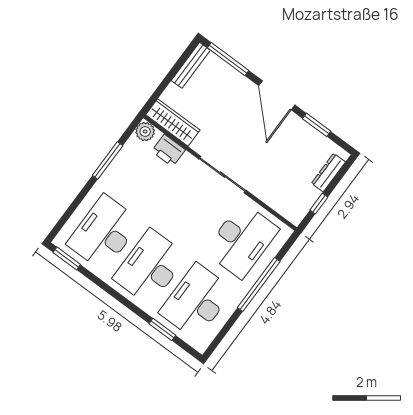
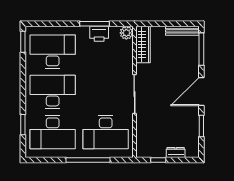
printer: (168, 151) -> (99, 34), moved, turned -90
dresser: (328, 173) -> (176, 152), width x0.70
desk: (196, 301) -> (53, 132), turned 180

